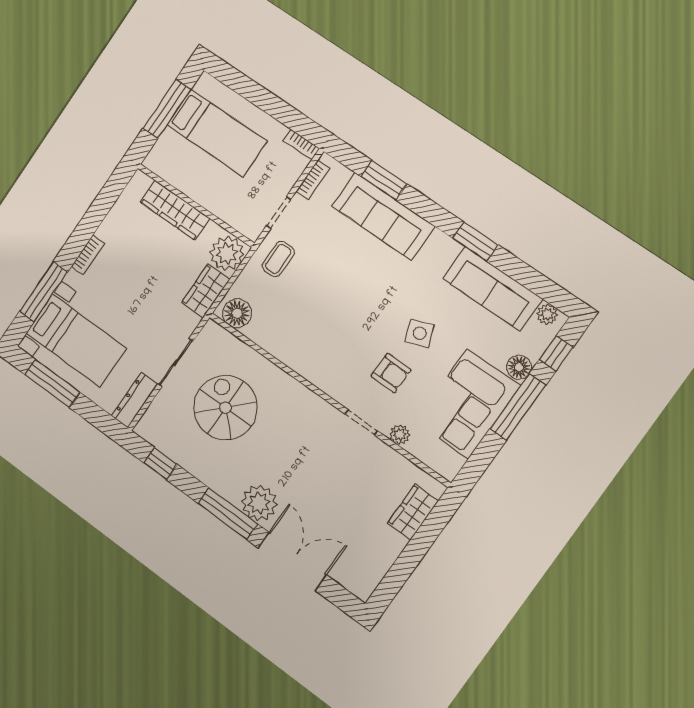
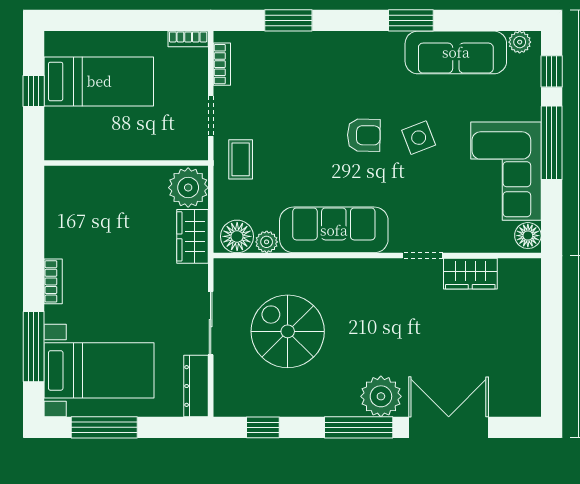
window: (167, 109) -> (34, 91), width x0.46
wardrobe: (175, 210) -> (109, 181), removed
sofa: (383, 216) -> (334, 230), moved, turned 180
floor lamp: (519, 367) -> (528, 236), moved
armchair: (391, 373) -> (364, 135), moved
plant: (400, 435) -> (267, 242), moved
wardrobe: (413, 512) -> (470, 274), moved, turned -90

